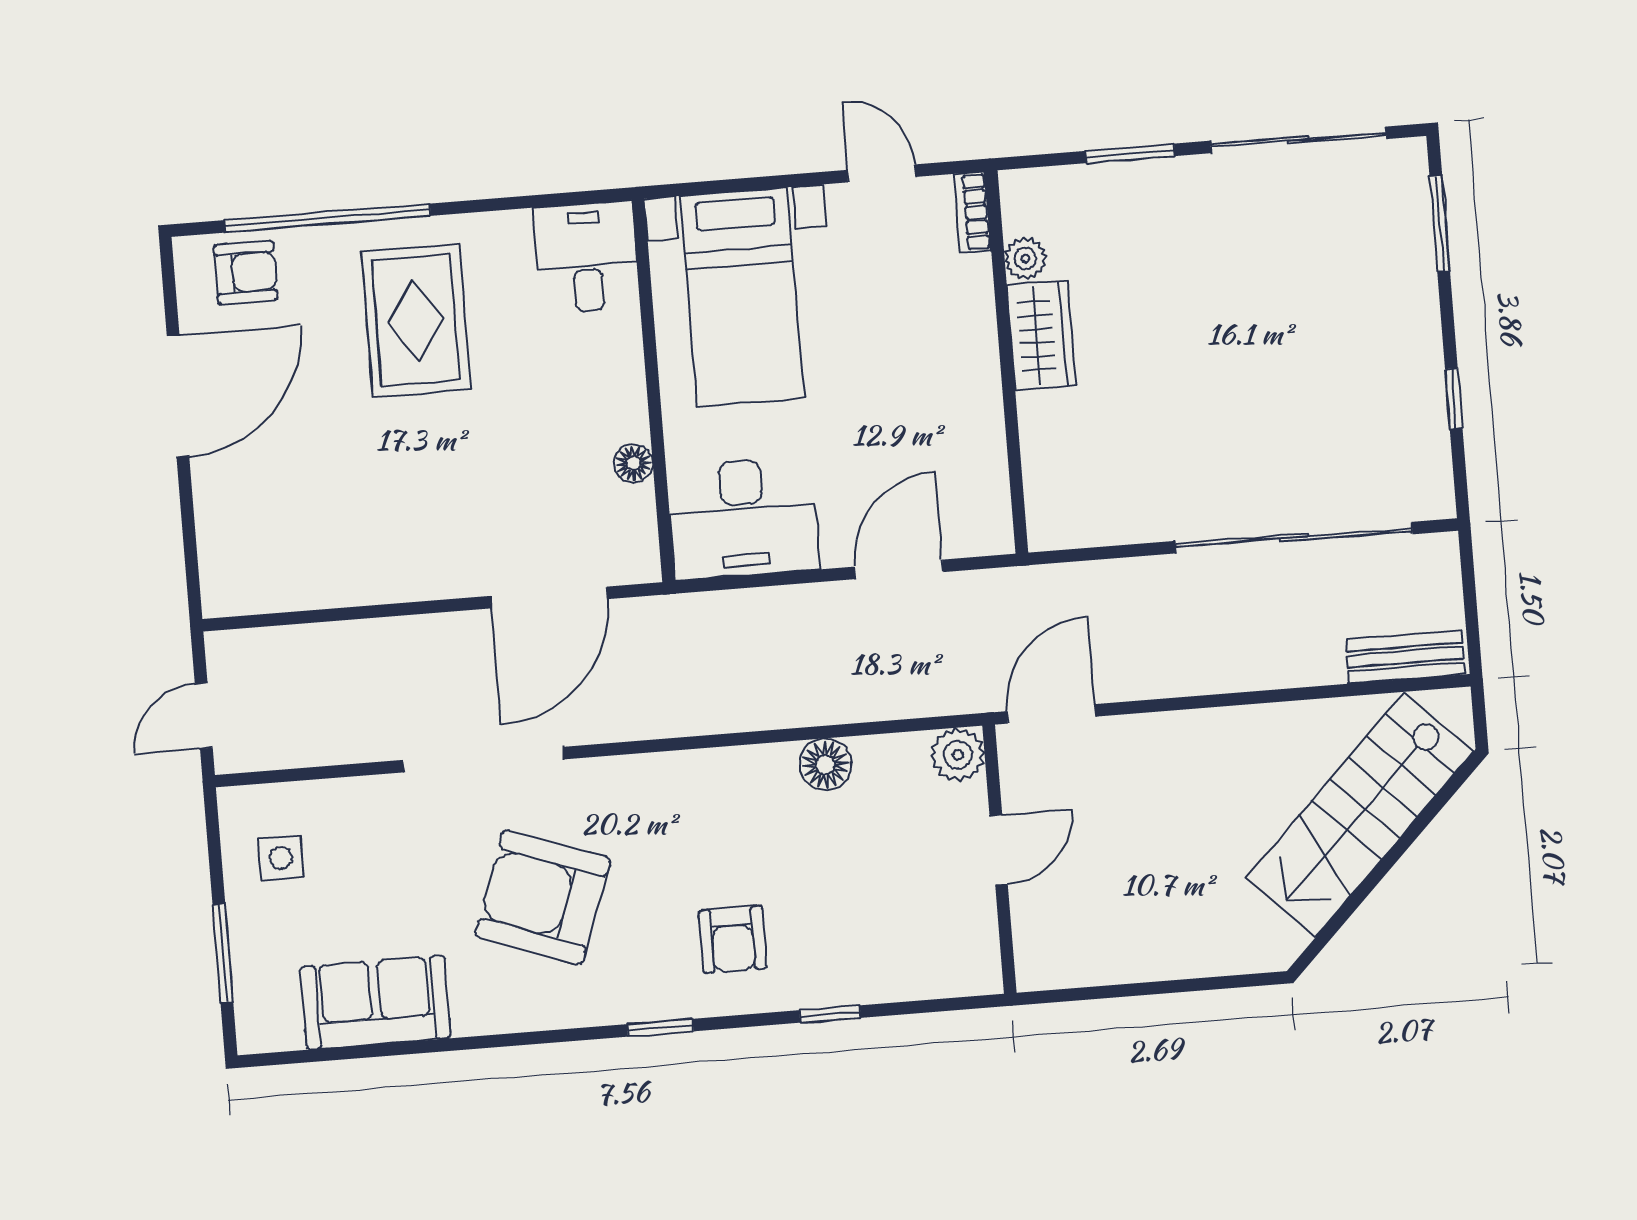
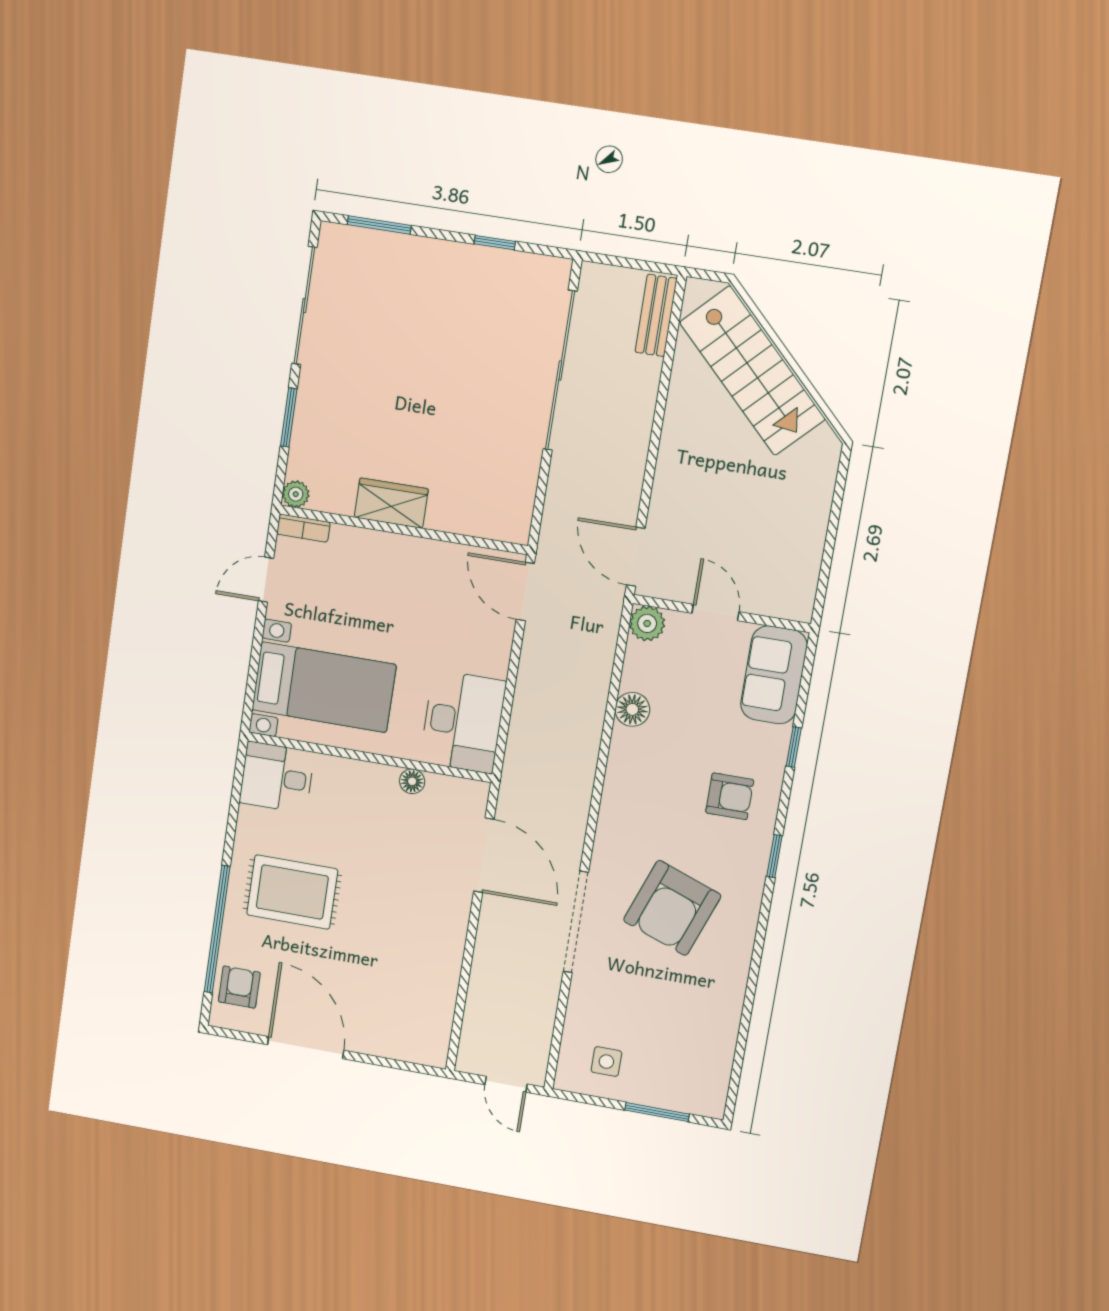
plant: (1025, 258) -> (296, 494), moved
door: (899, 569) -> (525, 592), moved
sofa: (375, 1002) -> (774, 675), moved

